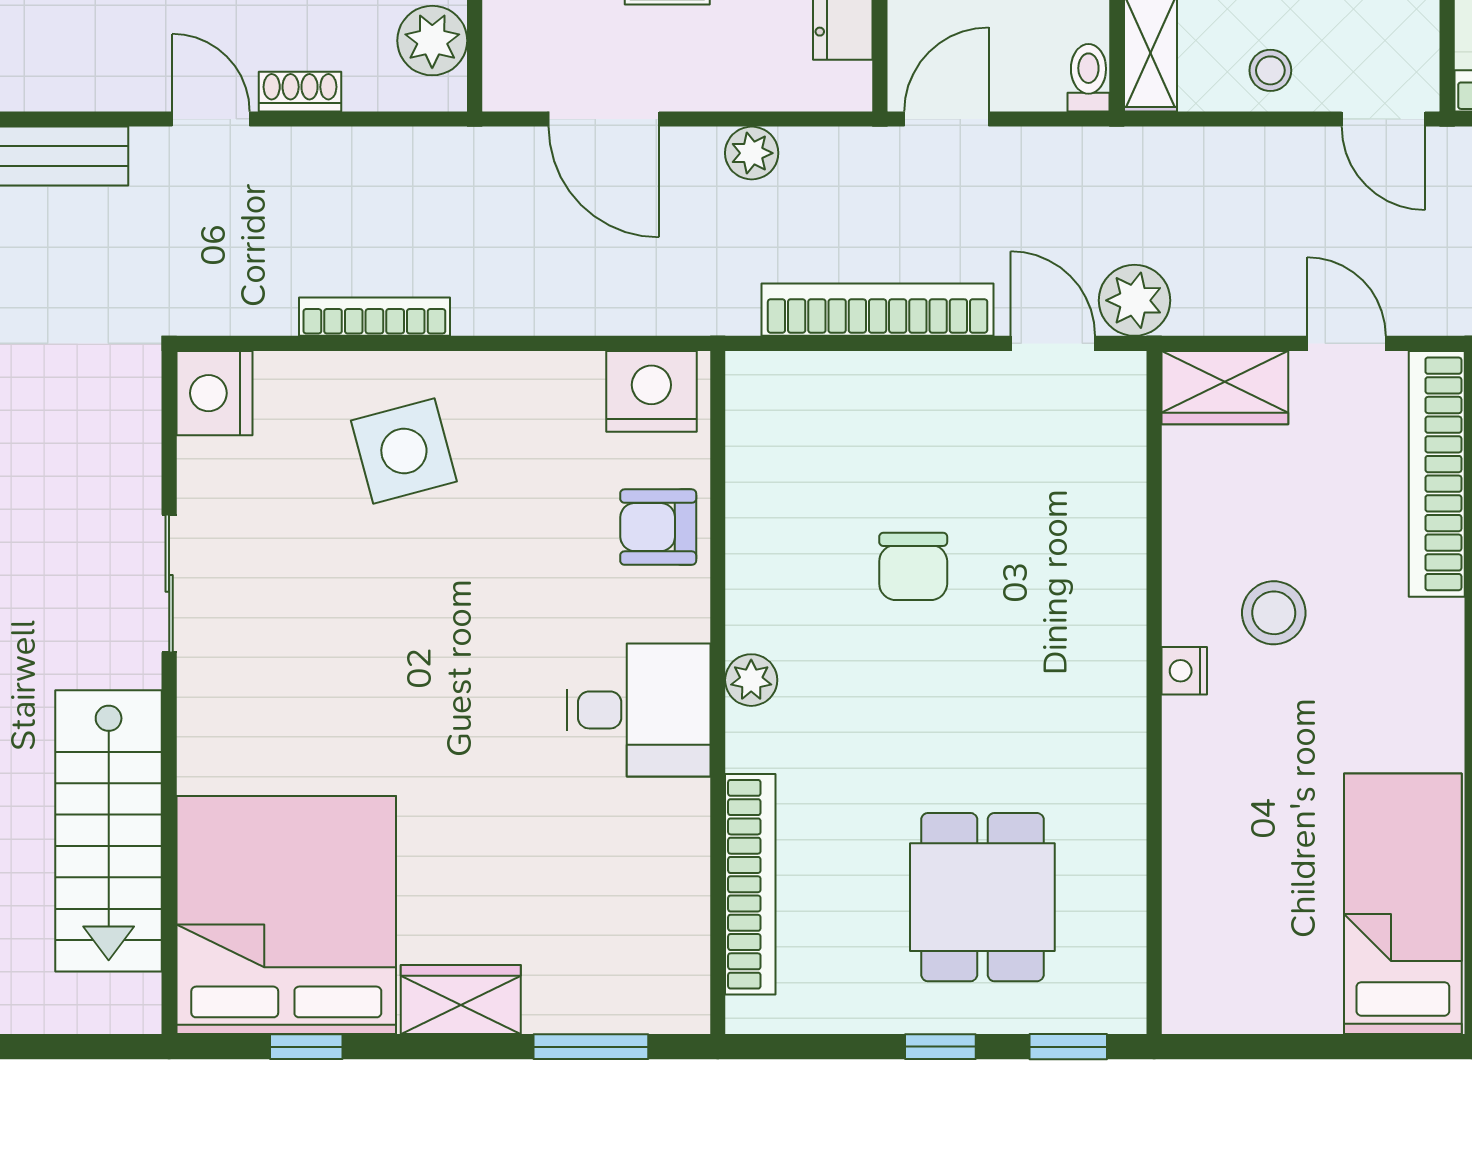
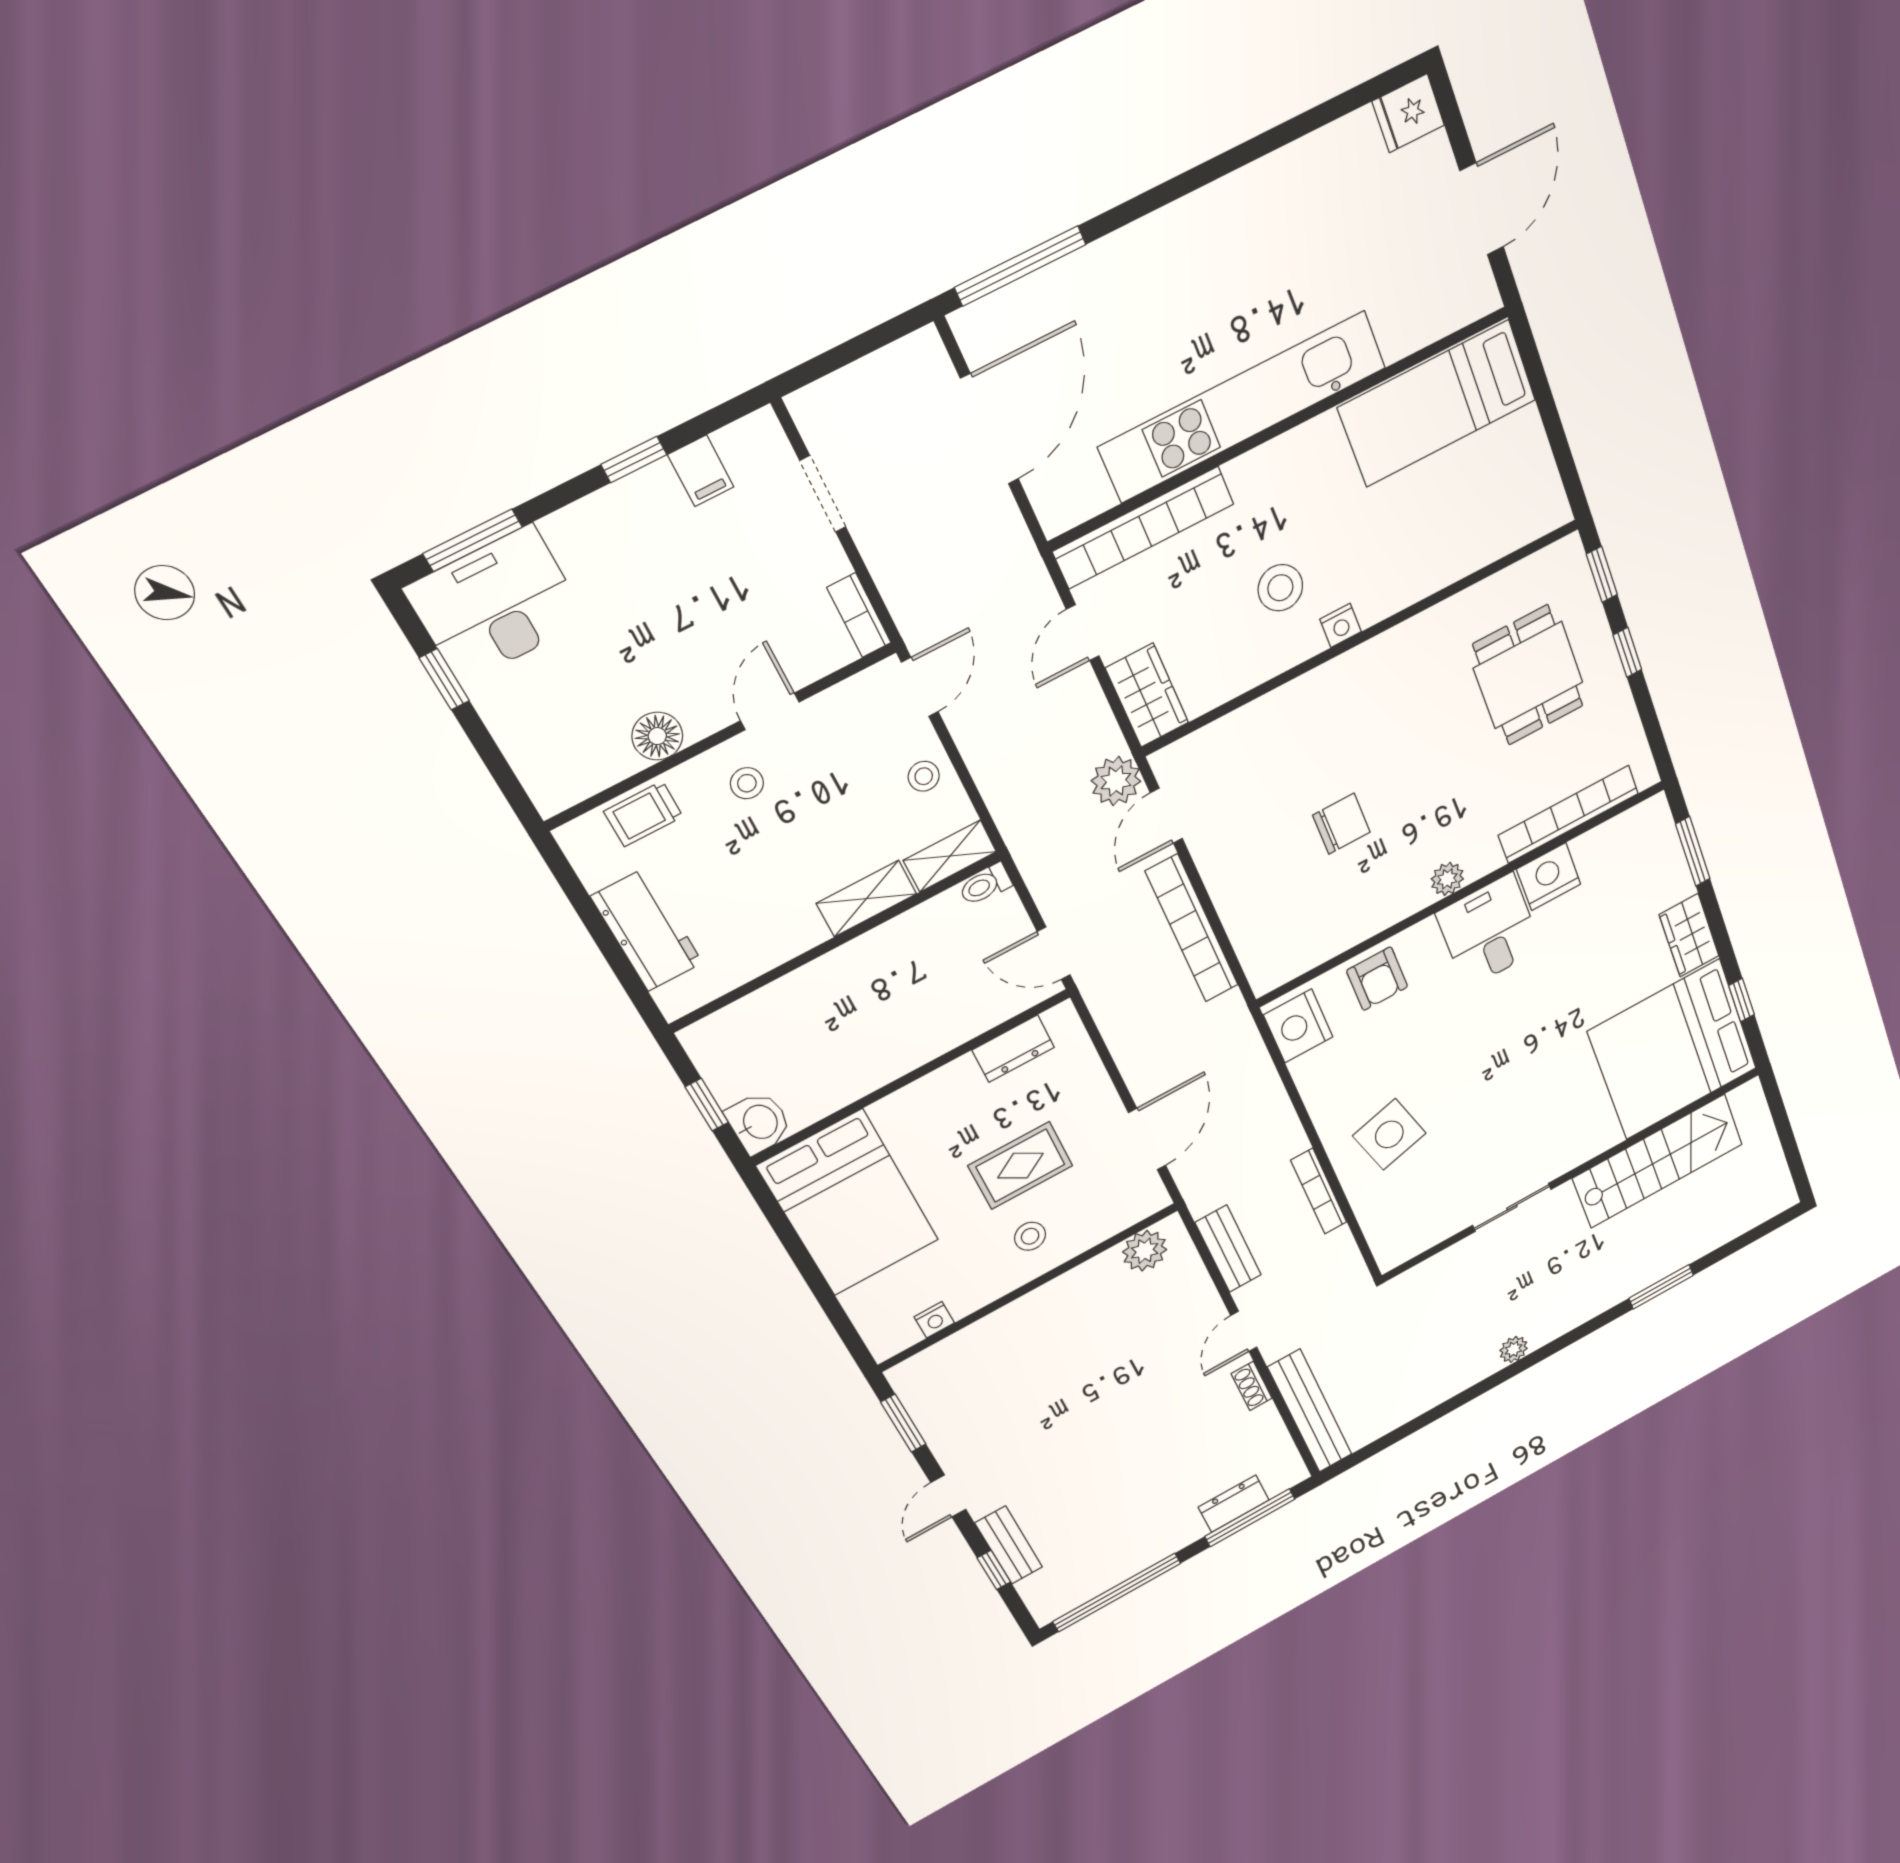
shoe rack: (300, 92) -> (1252, 1386), moved
plant: (752, 153) -> (1129, 1050), removed
bench: (362, 154) -> (1228, 1249), added
nightstand: (214, 393) -> (1549, 877), moved, turned 180
dining table: (982, 897) -> (1528, 675), turned 90

